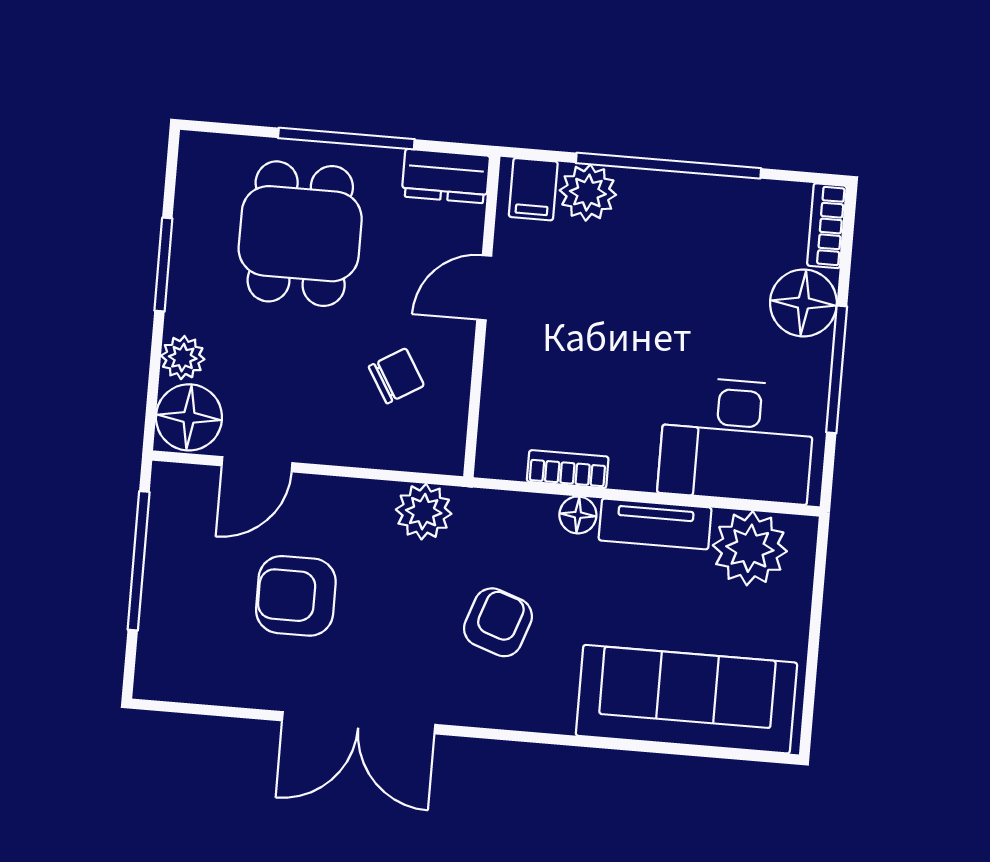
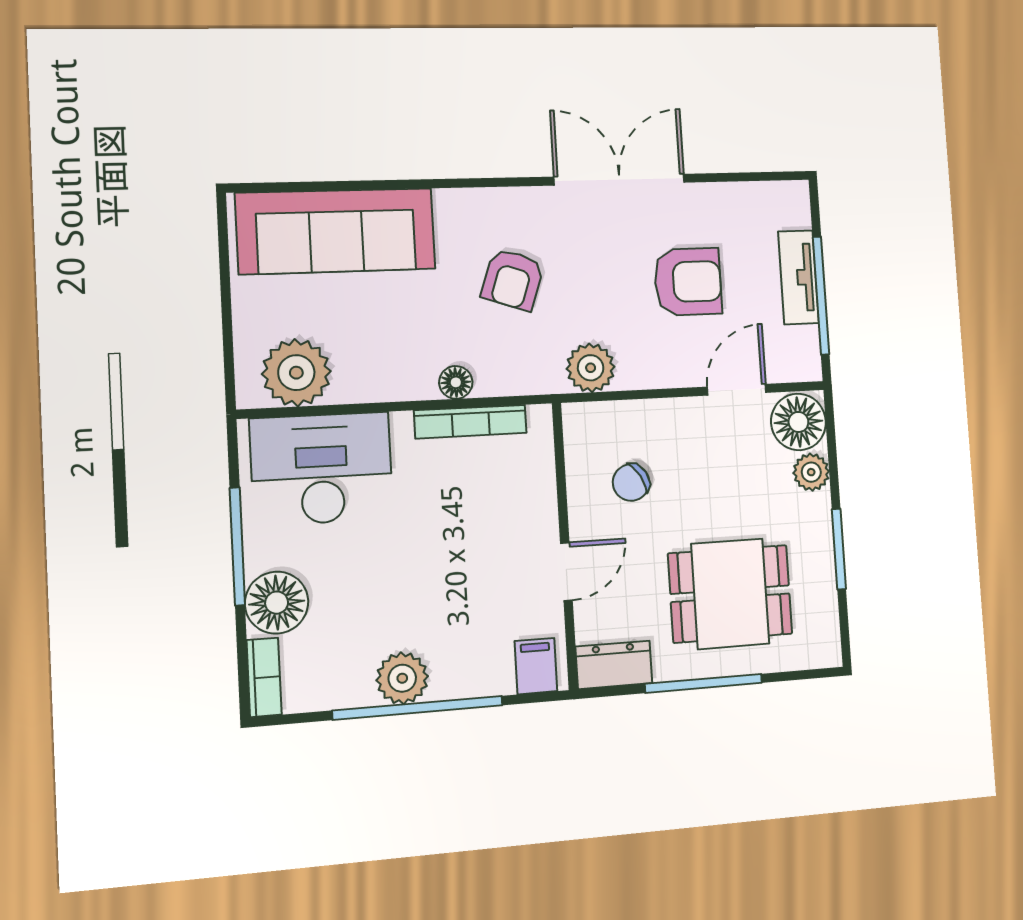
plant: (588, 193) -> (402, 678), moved
dining table: (300, 234) -> (730, 594), turned 90
bookcase: (568, 469) -> (470, 422), width x1.56
tv unit: (655, 524) -> (798, 277), moved, turned -90

